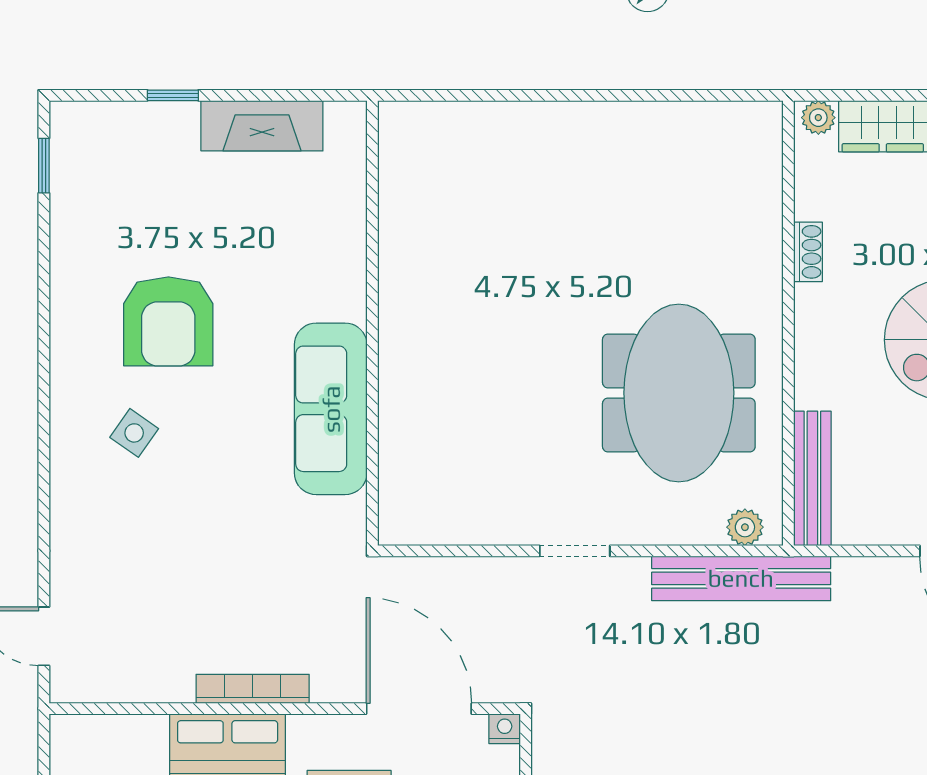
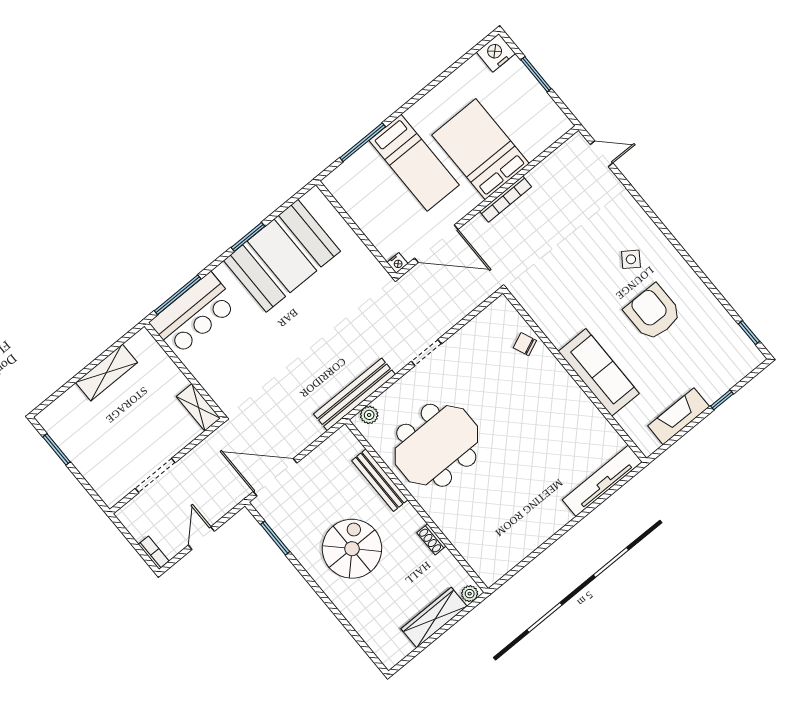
tv unit: (465, 123) -> (602, 481), added
meeting table: (679, 393) -> (436, 445), turned 90
sofa: (331, 409) -> (599, 372), moved
chair: (410, 437) -> (525, 344), added
bench: (812, 478) -> (380, 480), moved

